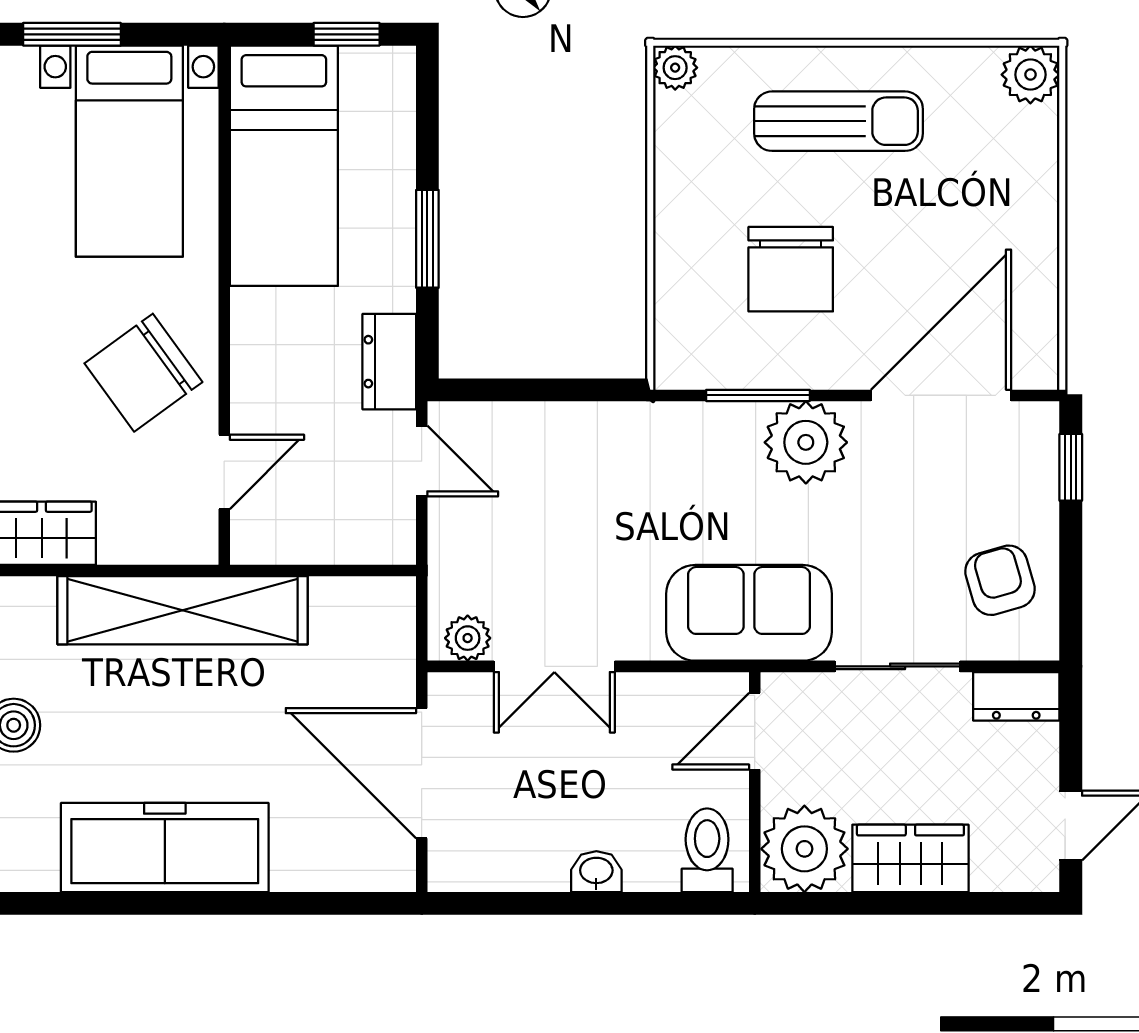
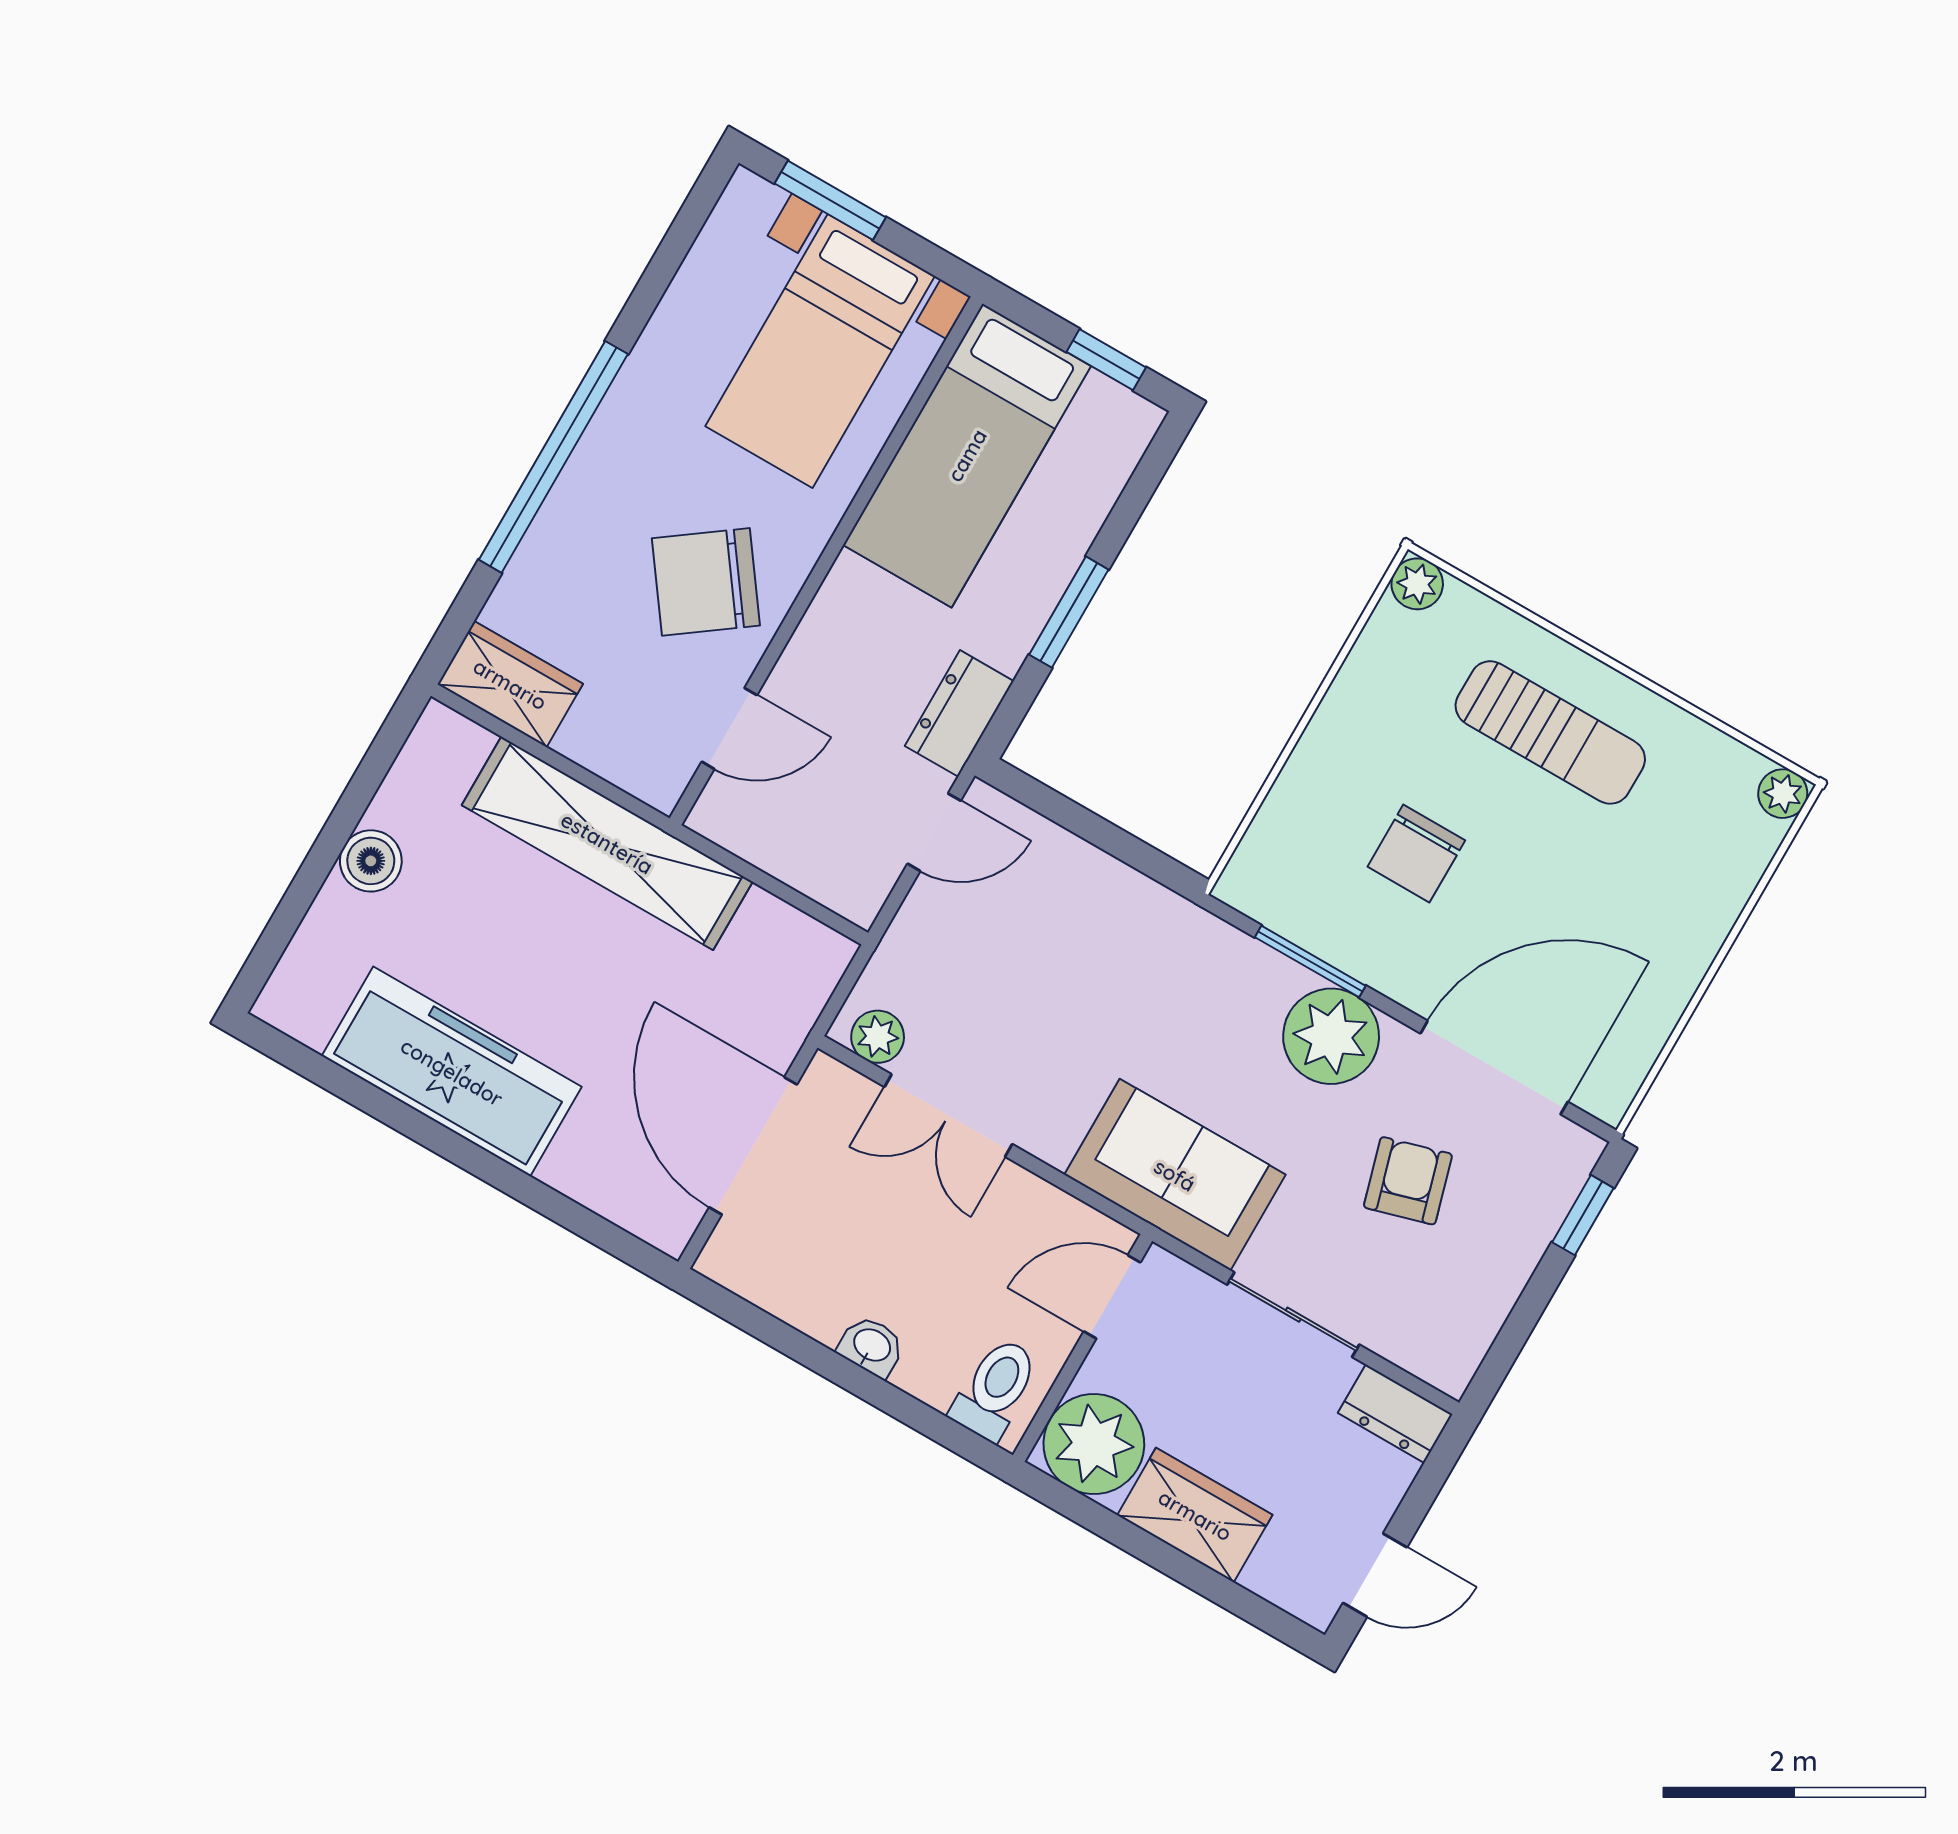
plant: (1030, 75) -> (1783, 794), width x0.73, depth x0.73
chair: (791, 269) -> (1416, 854), width x0.73, depth x0.73
door: (422, 461) -> (934, 832), hinge flipped
armchair: (1000, 580) -> (1408, 1181), moved

